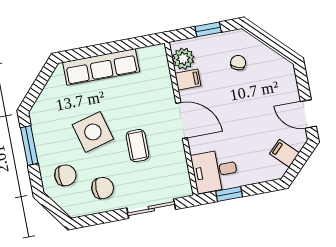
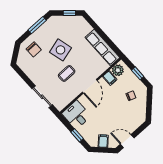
row of seats: (101, 67) -> (102, 48), moved
window: (41, 81) -> (69, 13), added
door: (308, 114) -> (127, 141), hinge flipped
chair: (103, 188) -> (38, 69), removed
window: (229, 194) -> (77, 135), moved

